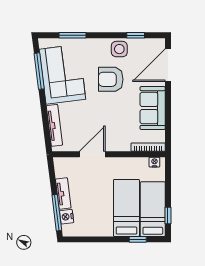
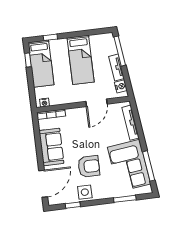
bed: (126, 208) -> (81, 60), moved
nightstand: (67, 217) -> (121, 86), moved

